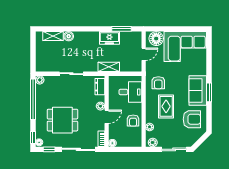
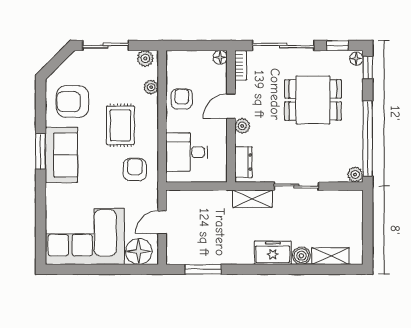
freezer: (109, 38) -> (273, 253), moved
shelving: (109, 67) -> (252, 199), moved

